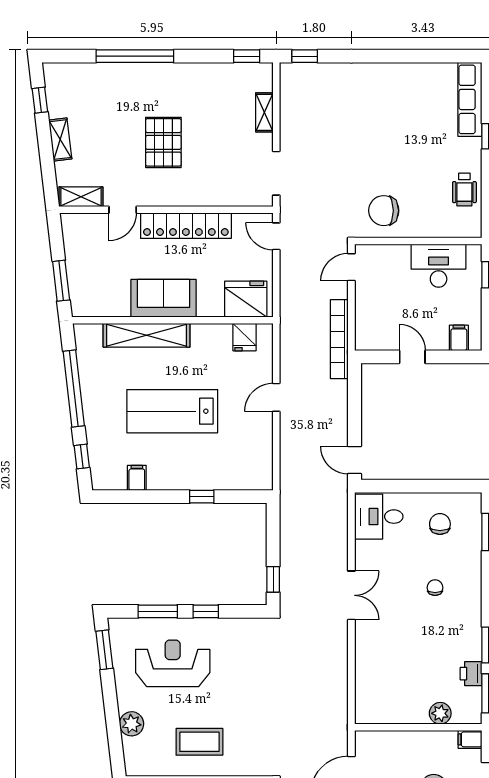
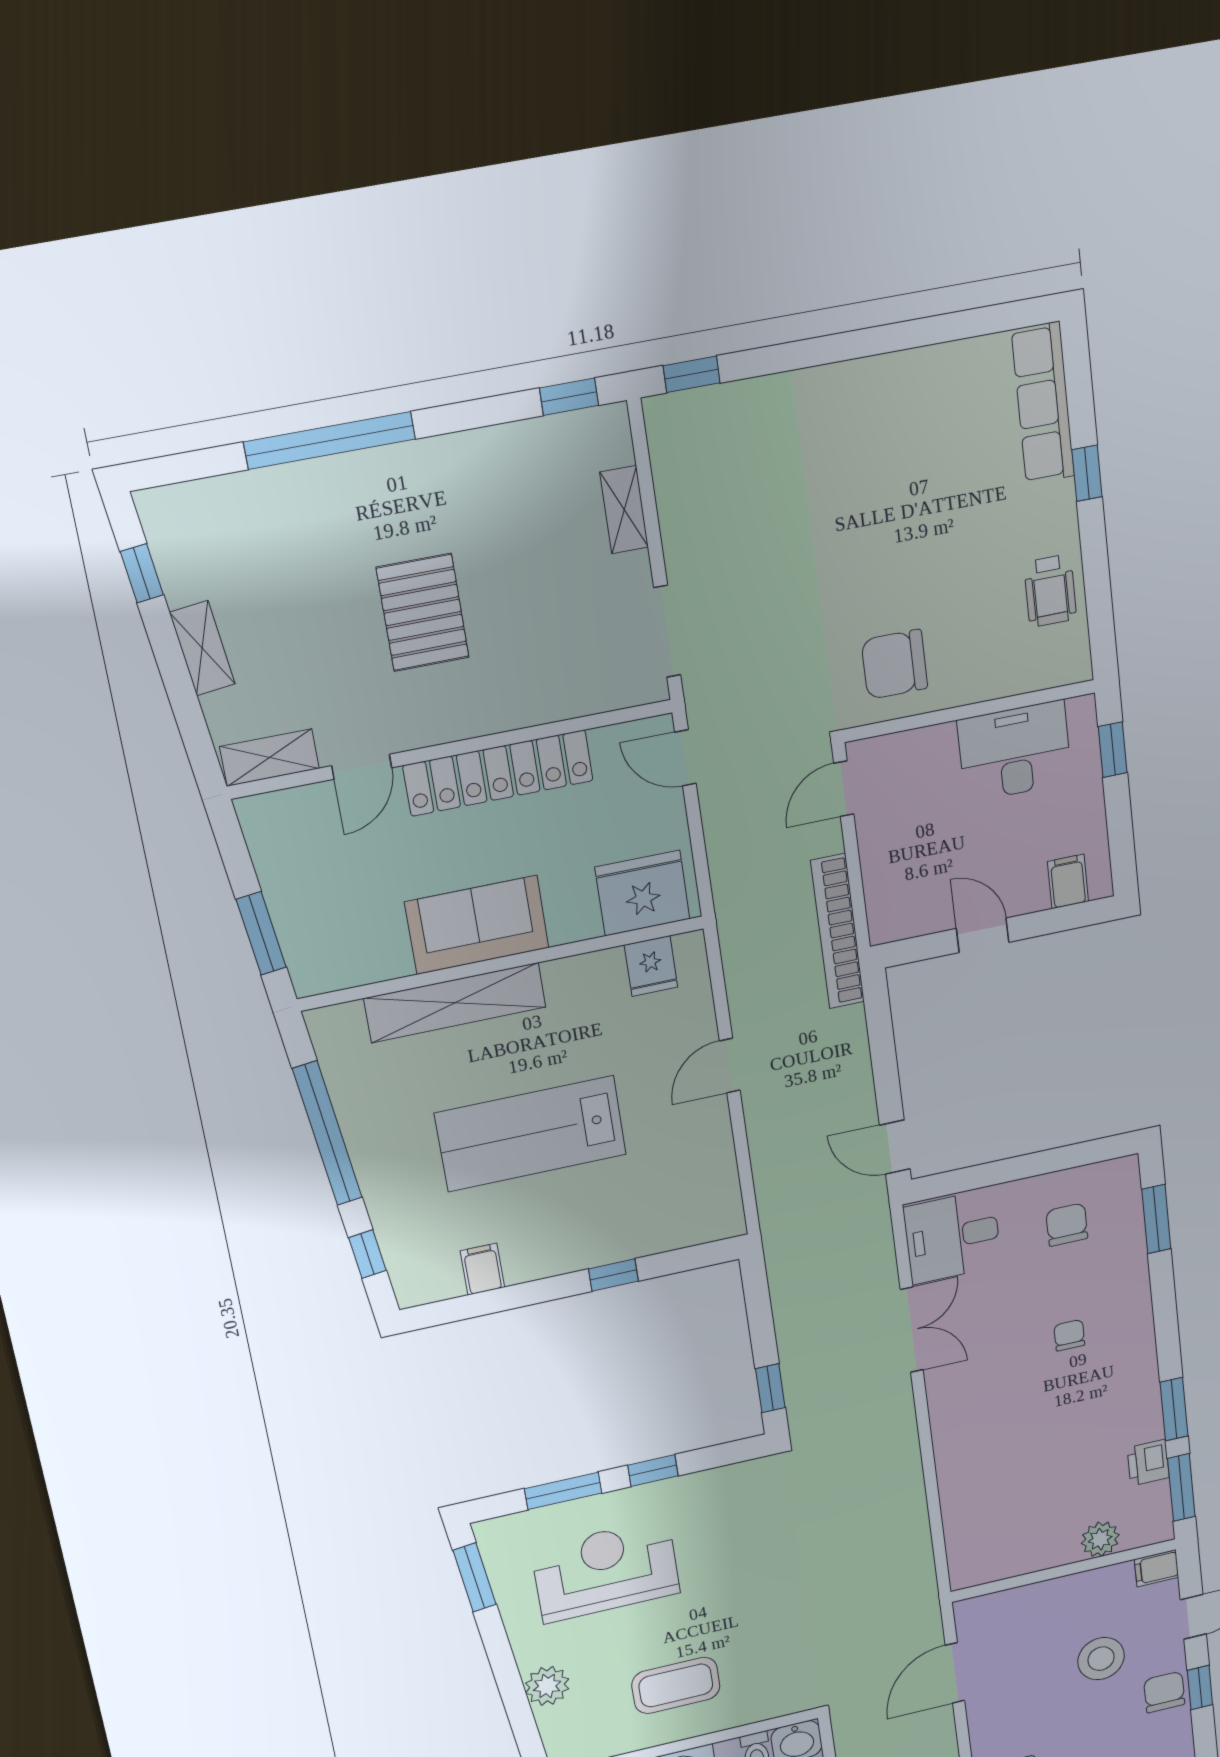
double door: (351, 595) -> (912, 1330), moved

